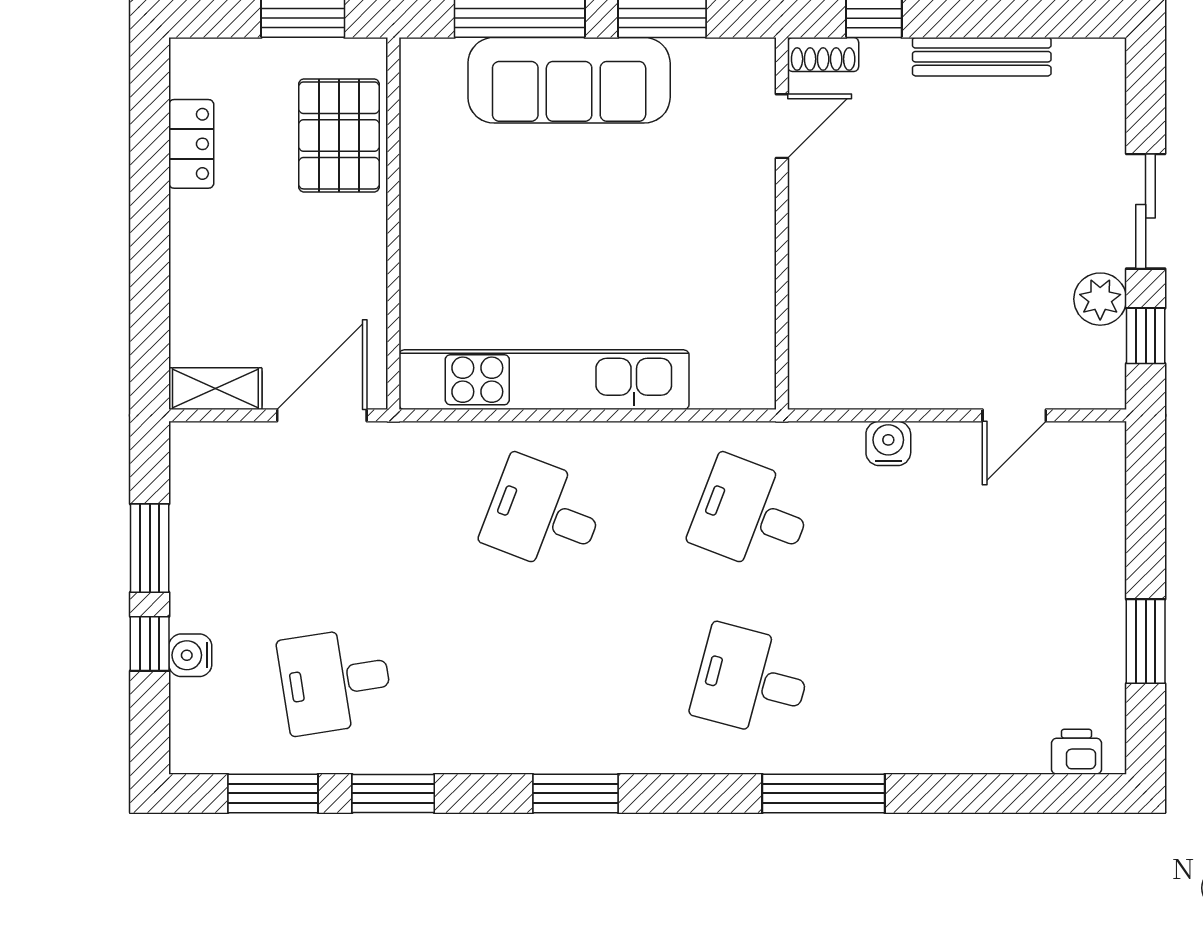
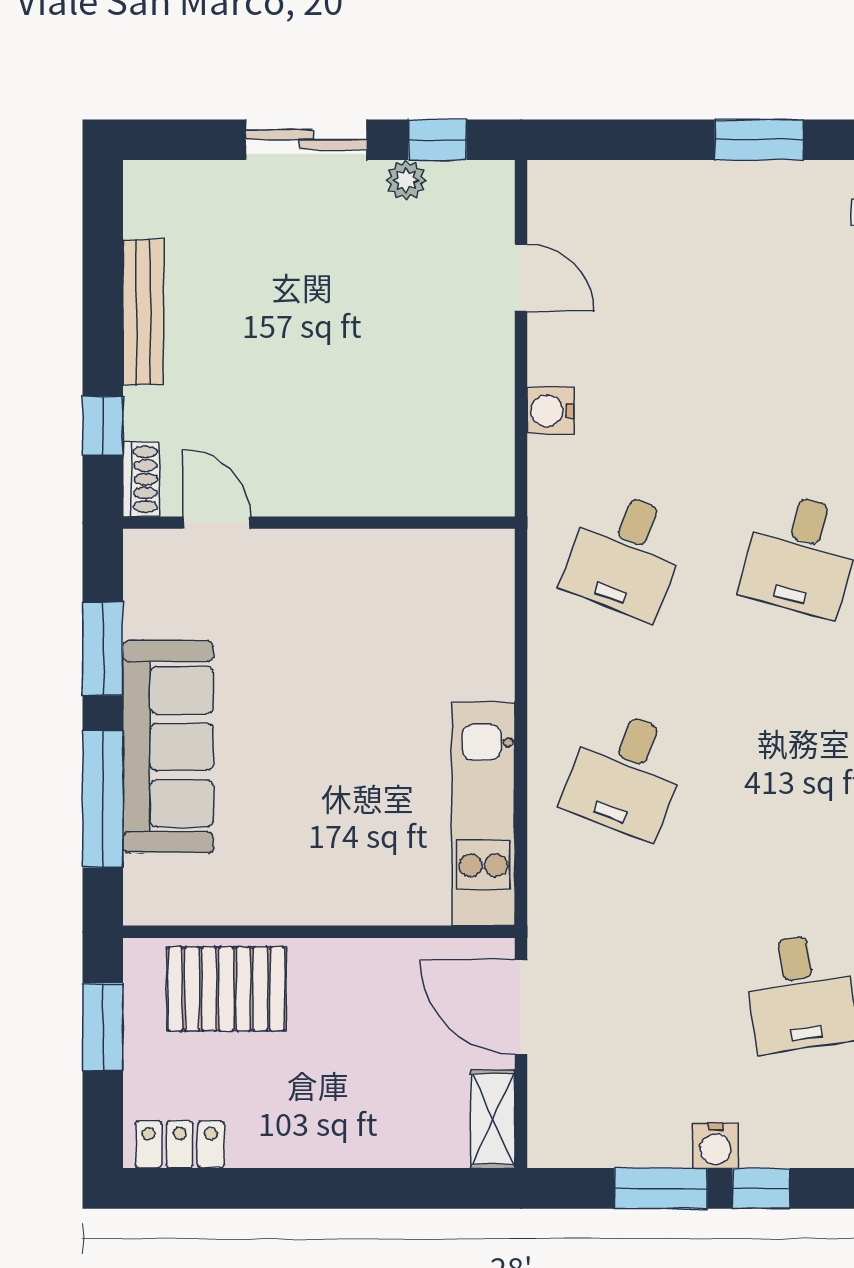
locker: (191, 144) -> (180, 1145), moved
plant: (1100, 299) -> (406, 180), width x0.73, depth x0.73
kitchen unit: (544, 380) -> (483, 814), width x0.73
water cooler: (190, 655) -> (715, 1146), moved

